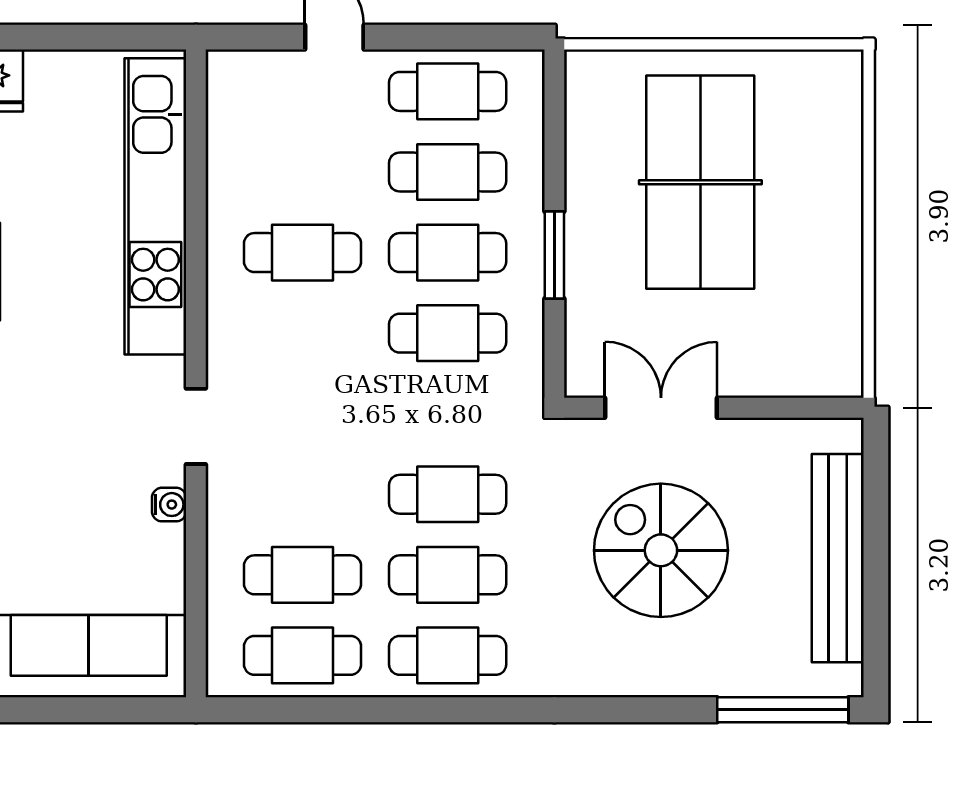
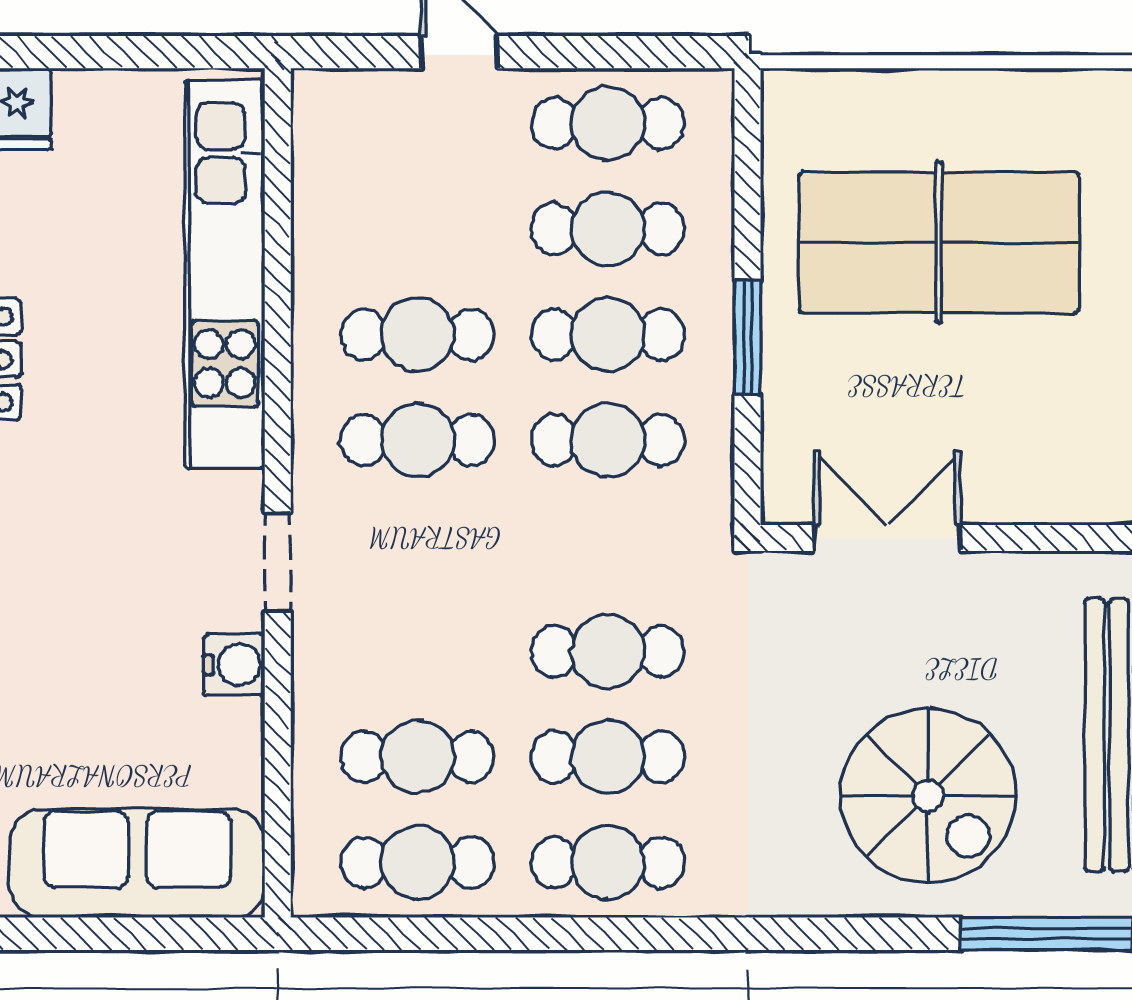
table tennis table: (700, 182) -> (939, 242), turned 90
cafe table: (303, 333) -> (418, 440), added
water cooler: (169, 505) -> (234, 665), width x1.38, depth x1.38
spiral stairs: (661, 550) -> (928, 796), moved, turned 180

